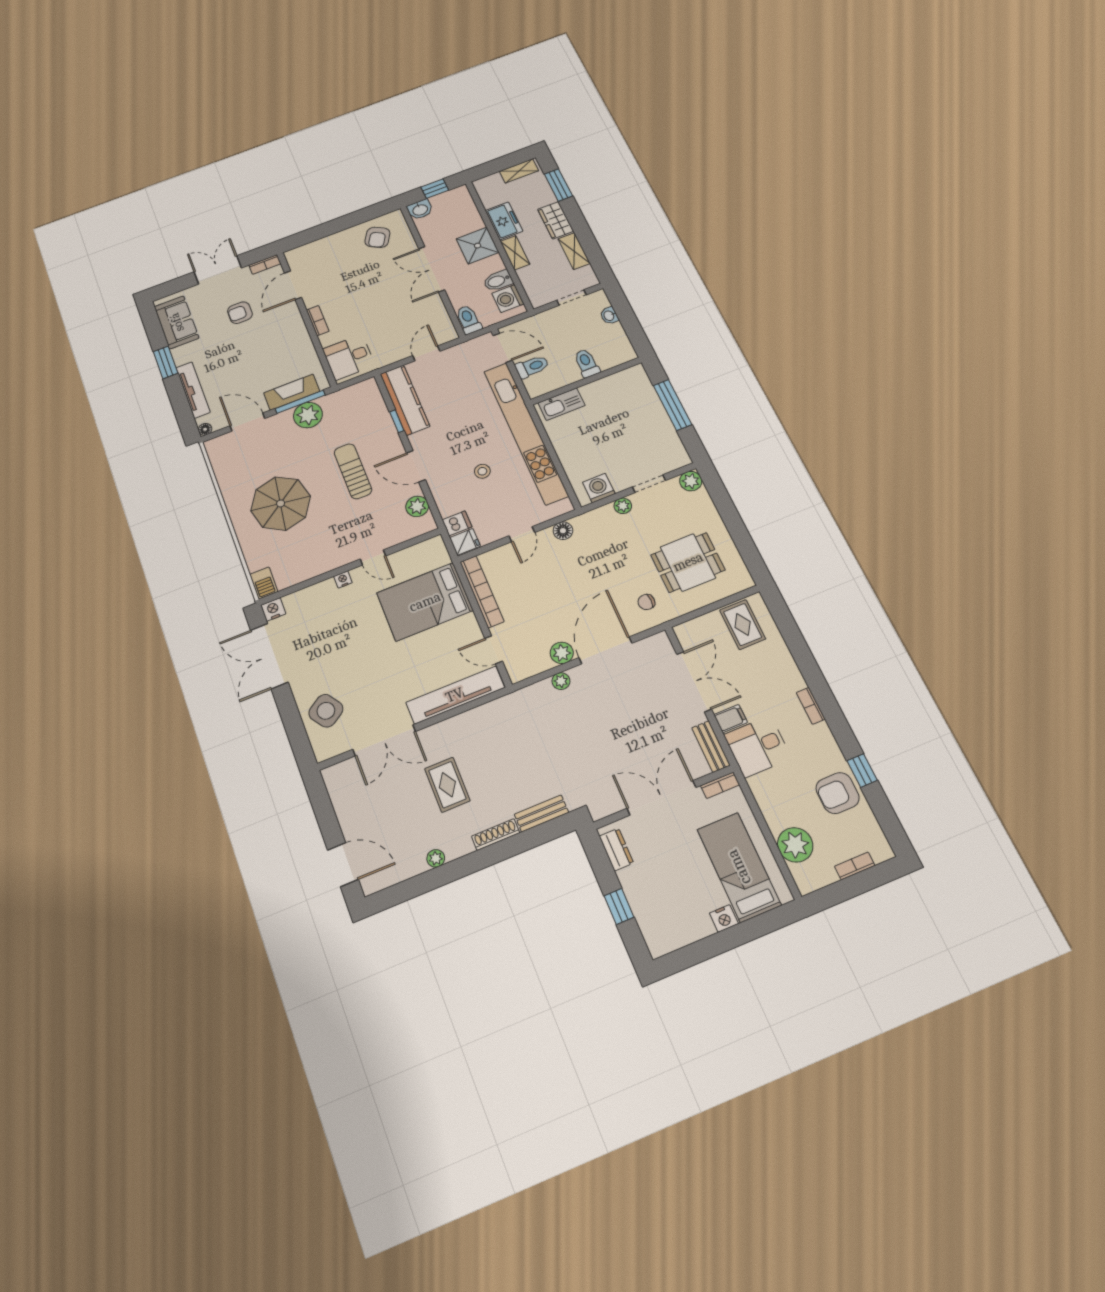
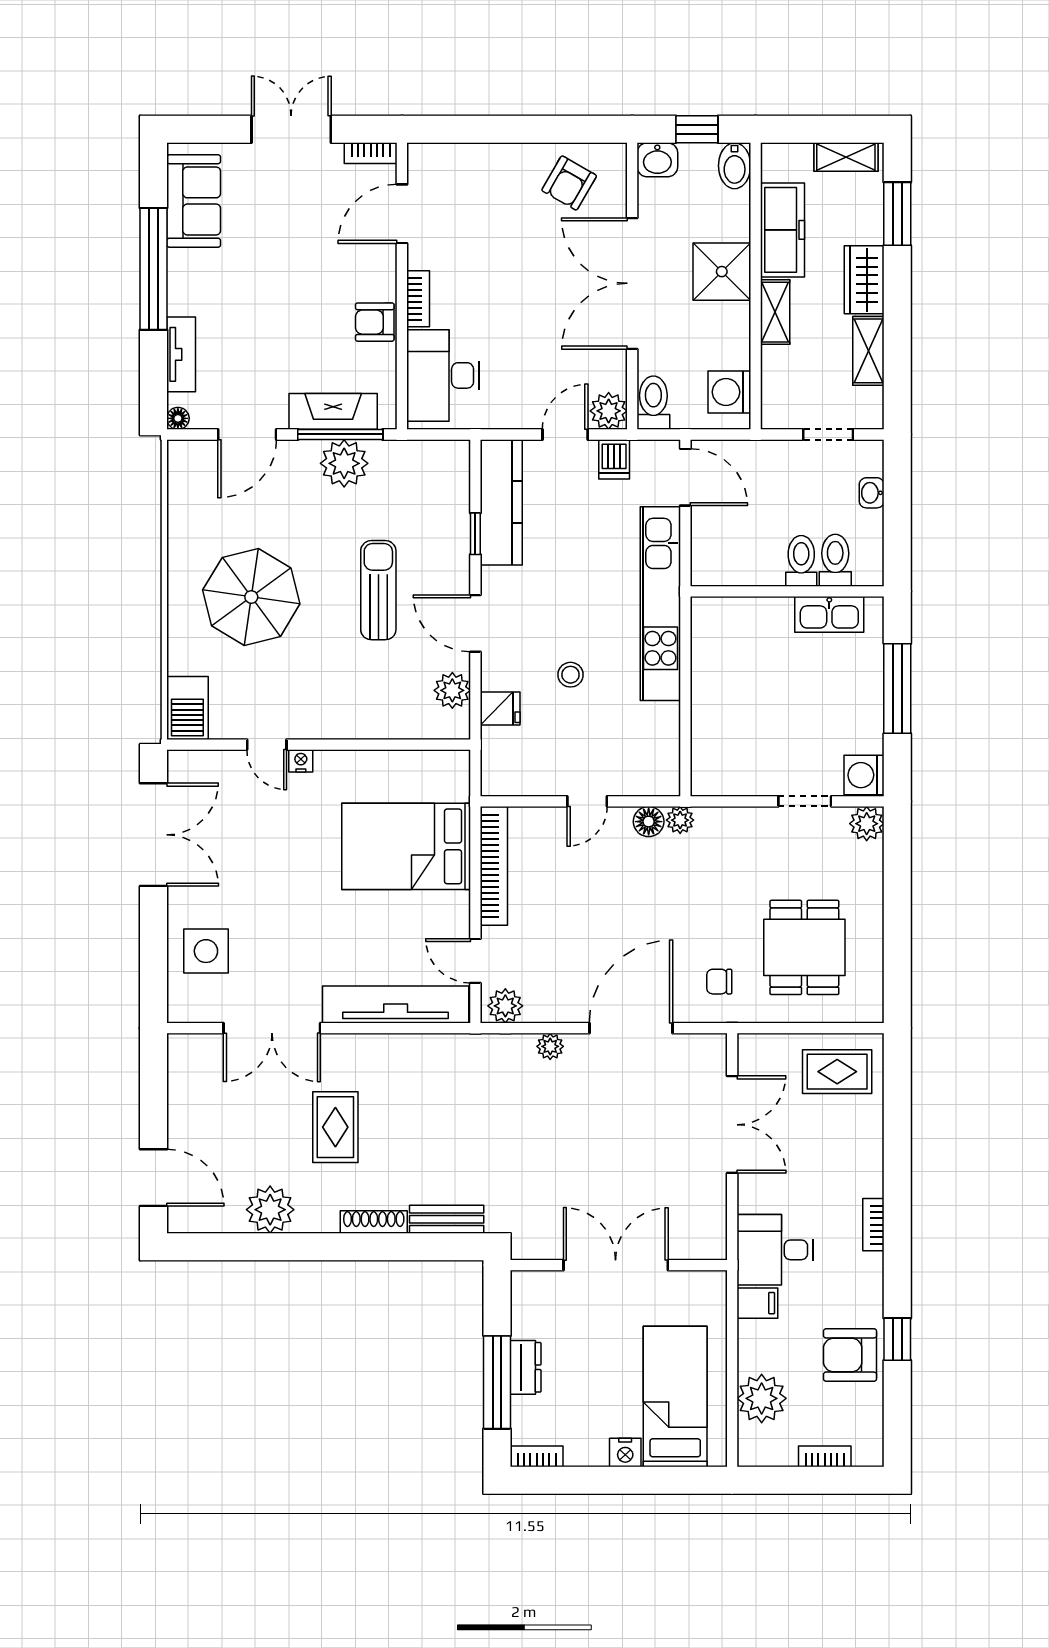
freezer: (504, 221) -> (782, 230), width x1.40
double door: (432, 269) -> (632, 283), width x1.36
bidet: (498, 281) -> (735, 166), moved, turned -90
armchair: (240, 313) -> (375, 322), moved
plant: (445, 333) -> (609, 411), added
desk: (349, 357) -> (443, 375), width x1.37
window: (166, 362) -> (153, 269), width x2.11
toilet: (532, 367) -> (835, 560), moved, turned -90
tv unit: (193, 390) -> (181, 354), width x0.71
kitchen sink: (562, 404) -> (829, 614), moved
door: (247, 422) -> (247, 434), swing flipped
kitchen unit: (526, 433) -> (660, 604), width x0.73
washing machine: (599, 488) -> (864, 775), moved, turned -90
plant: (623, 506) -> (680, 820), moved
dishwasher: (457, 523) -> (614, 459), moved, turned 90
fridge: (465, 542) -> (500, 709), moved
door: (373, 557) -> (267, 745), moved
dining table: (688, 562) -> (804, 947), turned 90
barbecue: (264, 583) -> (187, 708), width x1.38, depth x1.27
nightstand: (273, 609) -> (183, 765), removed
rug: (743, 625) -> (837, 1072), turned 90
plant: (562, 653) -> (505, 1006), moved
double door: (269, 656) -> (153, 835), swing flipped
side table: (326, 711) -> (206, 951), turned 34
filing cabinet: (730, 719) -> (757, 1303), moved
bench: (711, 746) -> (713, 1224), removed
bookcase: (720, 785) -> (537, 1456), moved, turned 180
dresser: (616, 849) -> (526, 1367), moved
plant: (436, 858) -> (270, 1210), width x1.87, depth x1.87
window: (619, 906) -> (497, 1382), width x2.17

